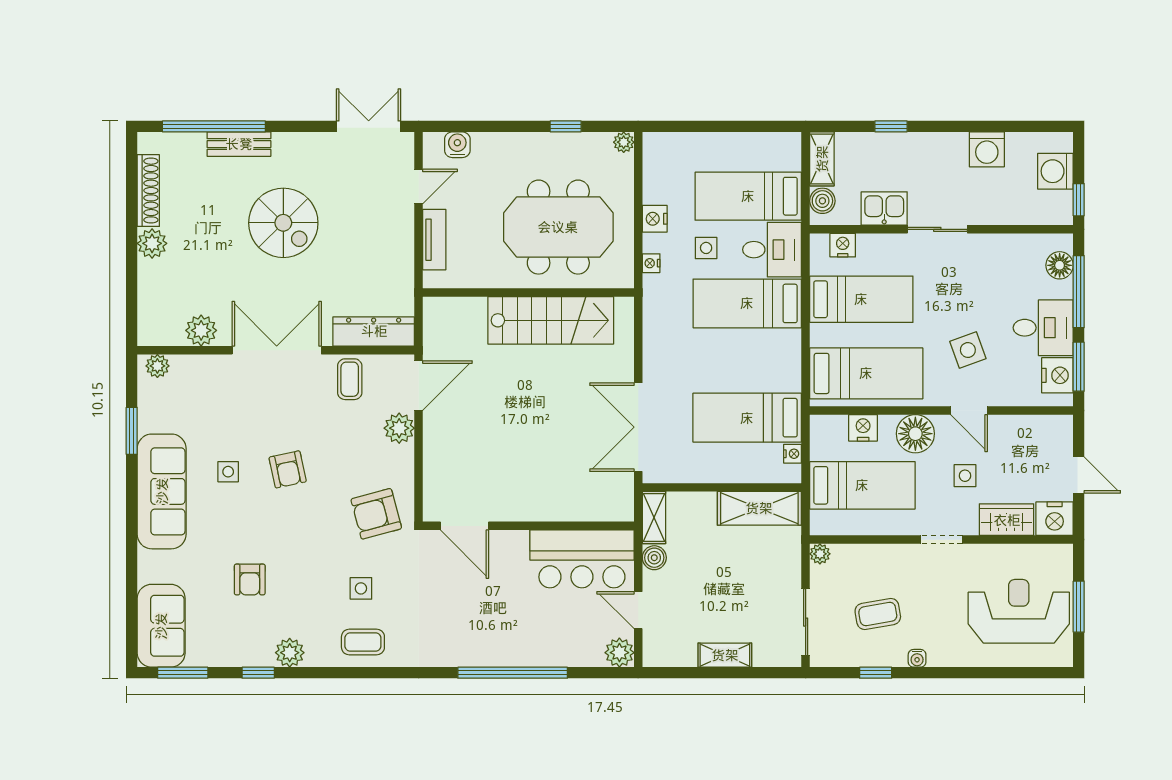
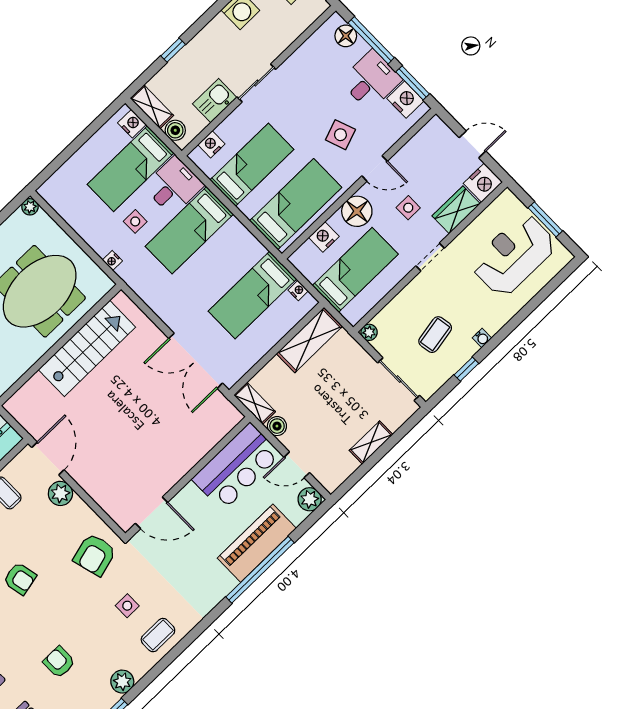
nightstand: (655, 219) -> (132, 124), moved, turned 180
armchair: (250, 580) -> (59, 662), turned 180
piano: (533, 646) -> (257, 543), added

